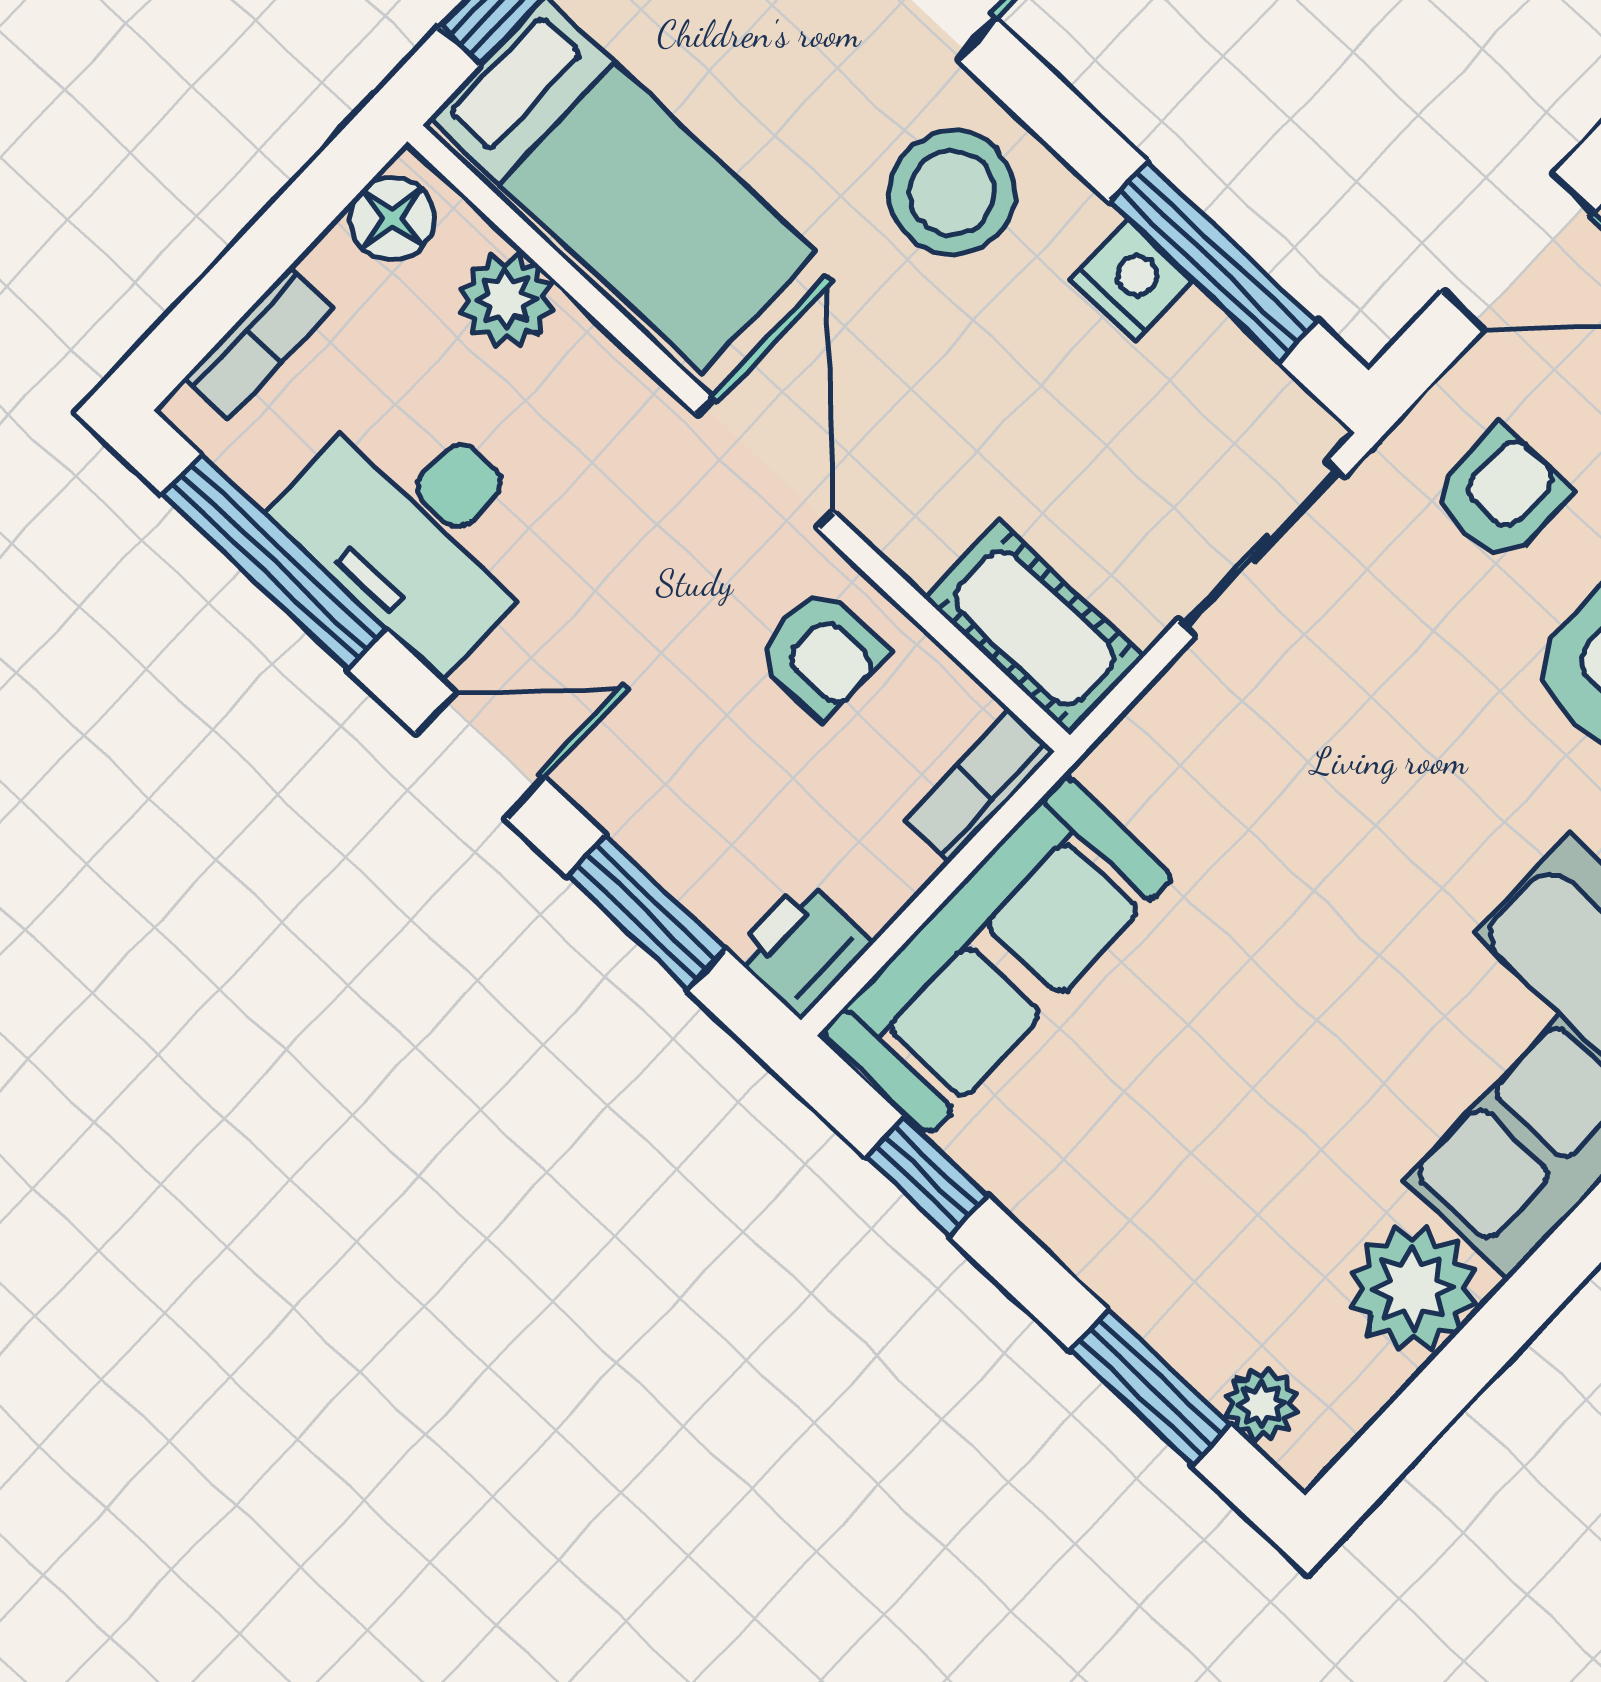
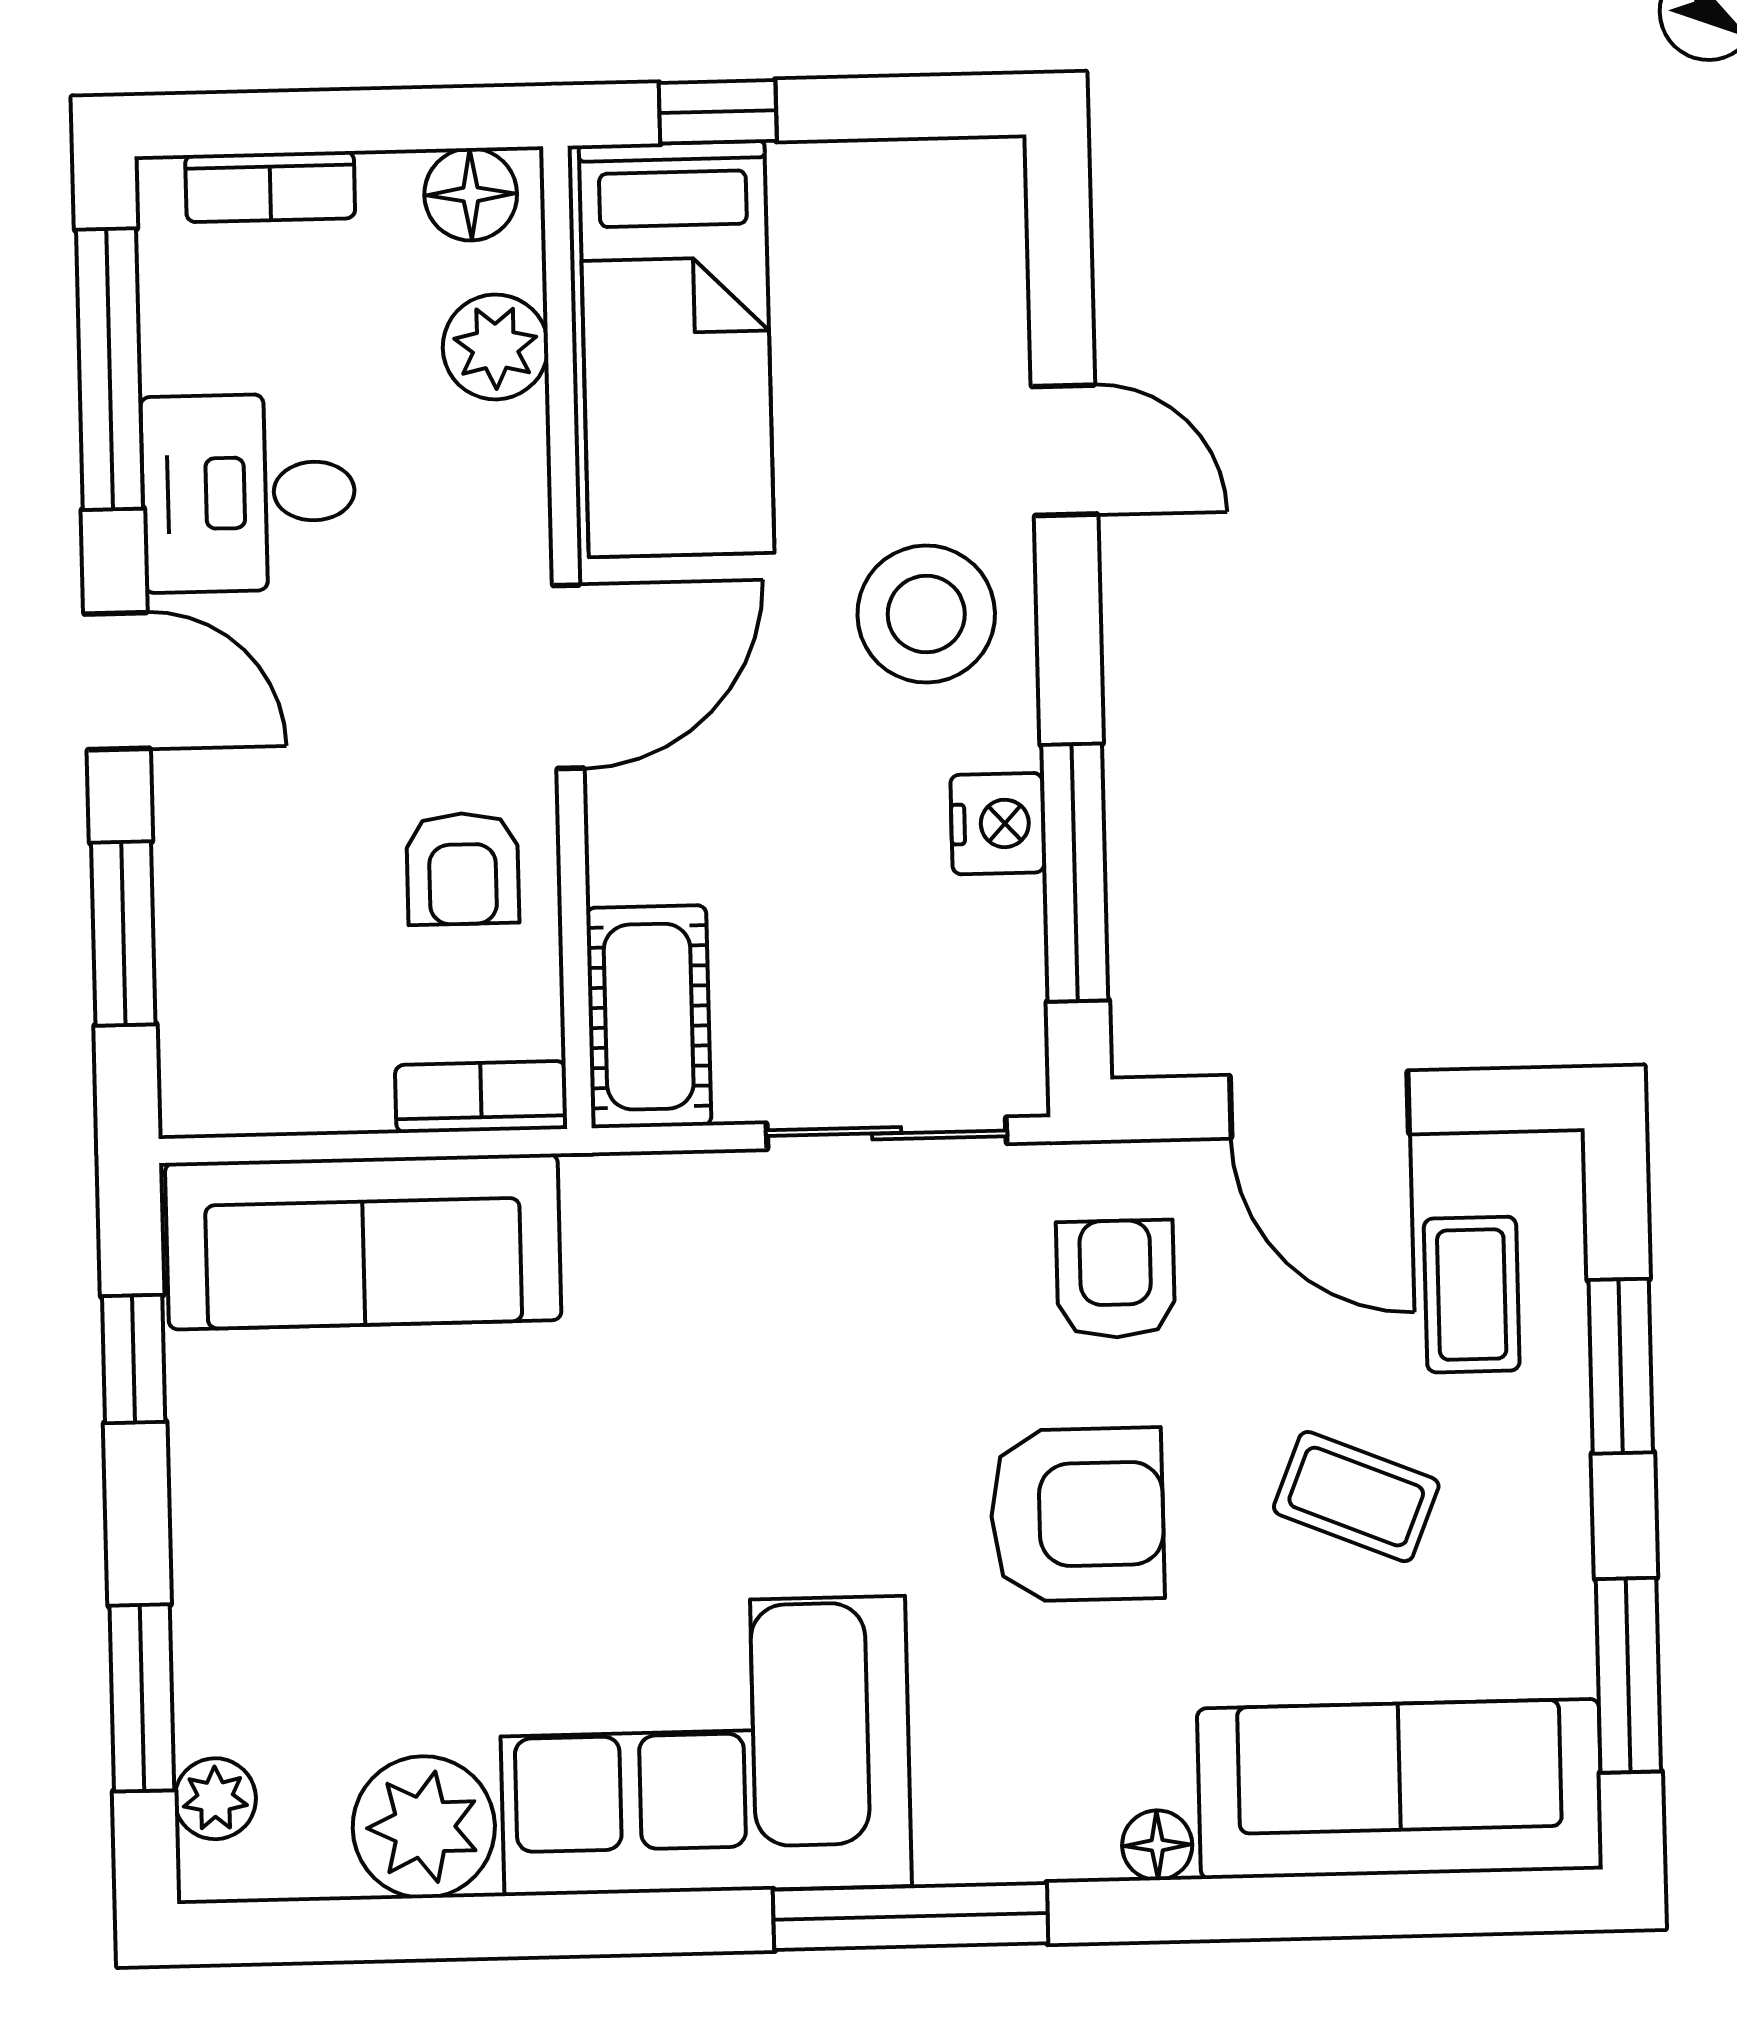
armchair: (1500, 494) -> (1116, 1279), turned -90
desk: (418, 529) -> (249, 493), width x0.73
printer: (802, 949) -> (216, 1084), removed

